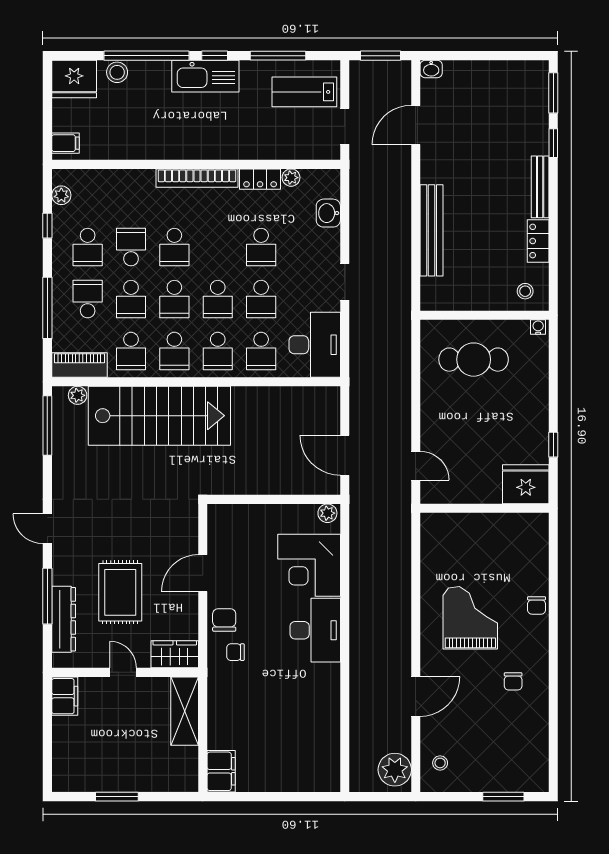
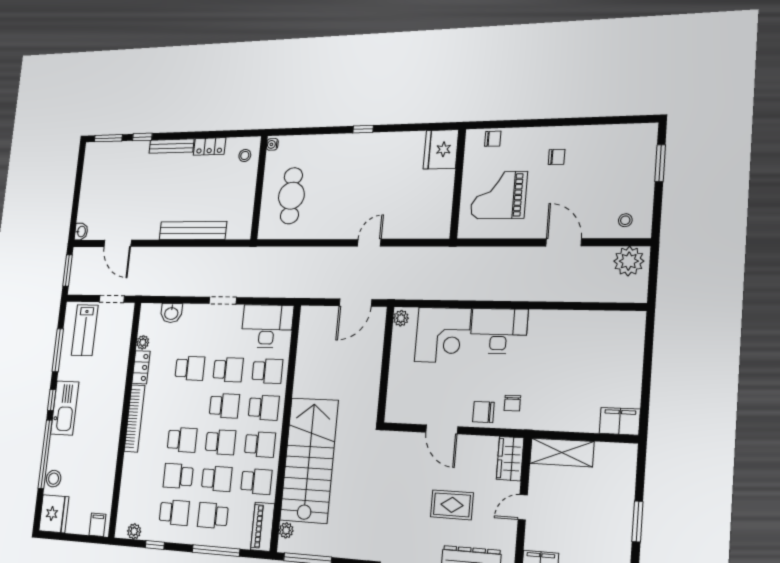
fridge: (526, 484) -> (441, 149), moved
wall: (484, 508) -> (458, 184), moved
rug: (120, 592) -> (452, 505), width x0.73, depth x0.70

